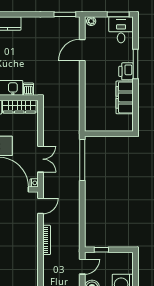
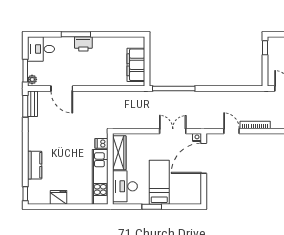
window: (118, 14) -> (25, 71), moved
bench: (67, 21) -> (33, 104), added
filing cabinet: (125, 97) -> (136, 65), moved, turned 90
door: (40, 206) -> (231, 131), moved
window: (101, 250) -> (265, 48), moved

